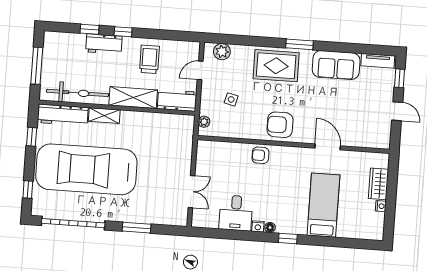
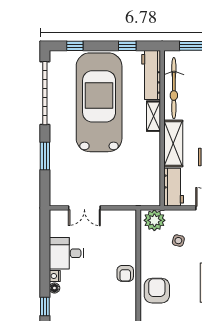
plant: (204, 122) -> (154, 220), width x1.87, depth x1.87
armchair: (260, 155) -> (125, 273), turned 180

